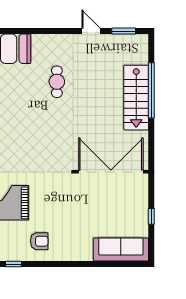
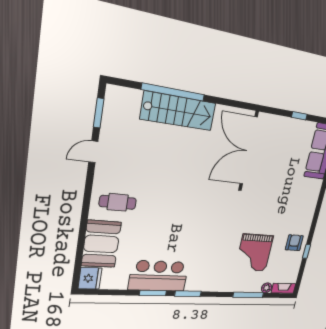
cafe table: (57, 82) -> (118, 202), moved
armchair: (39, 241) -> (294, 243), moved

